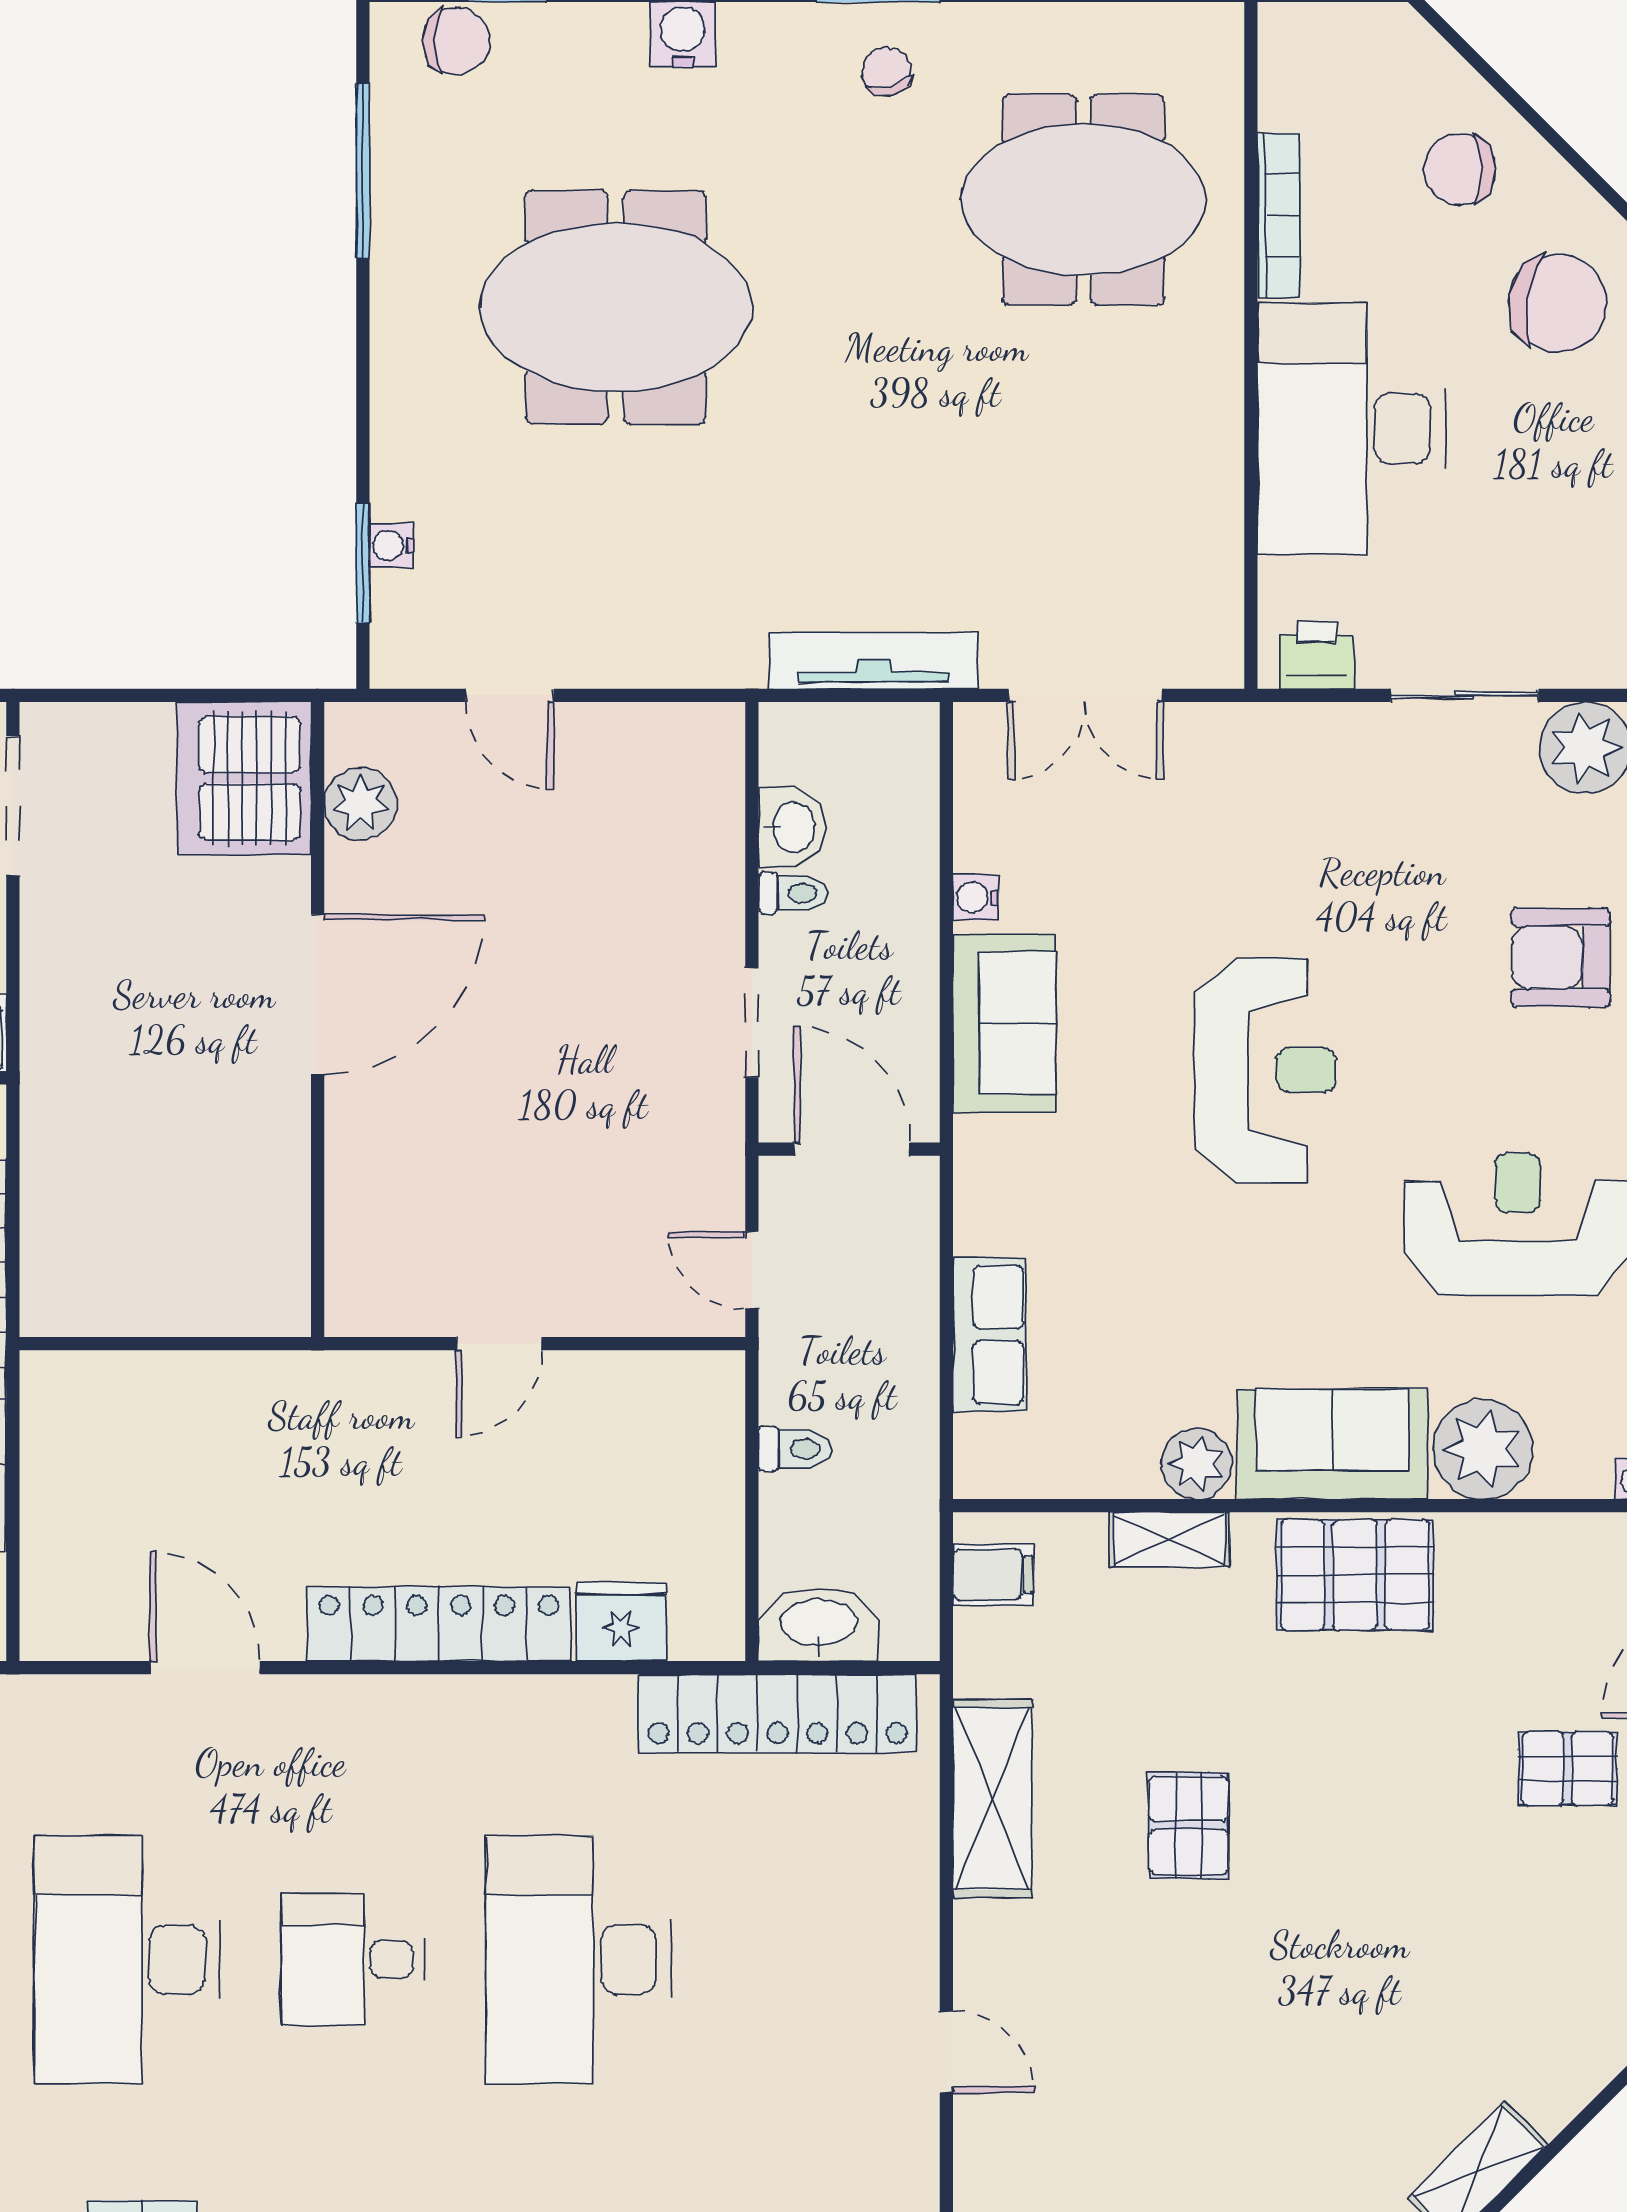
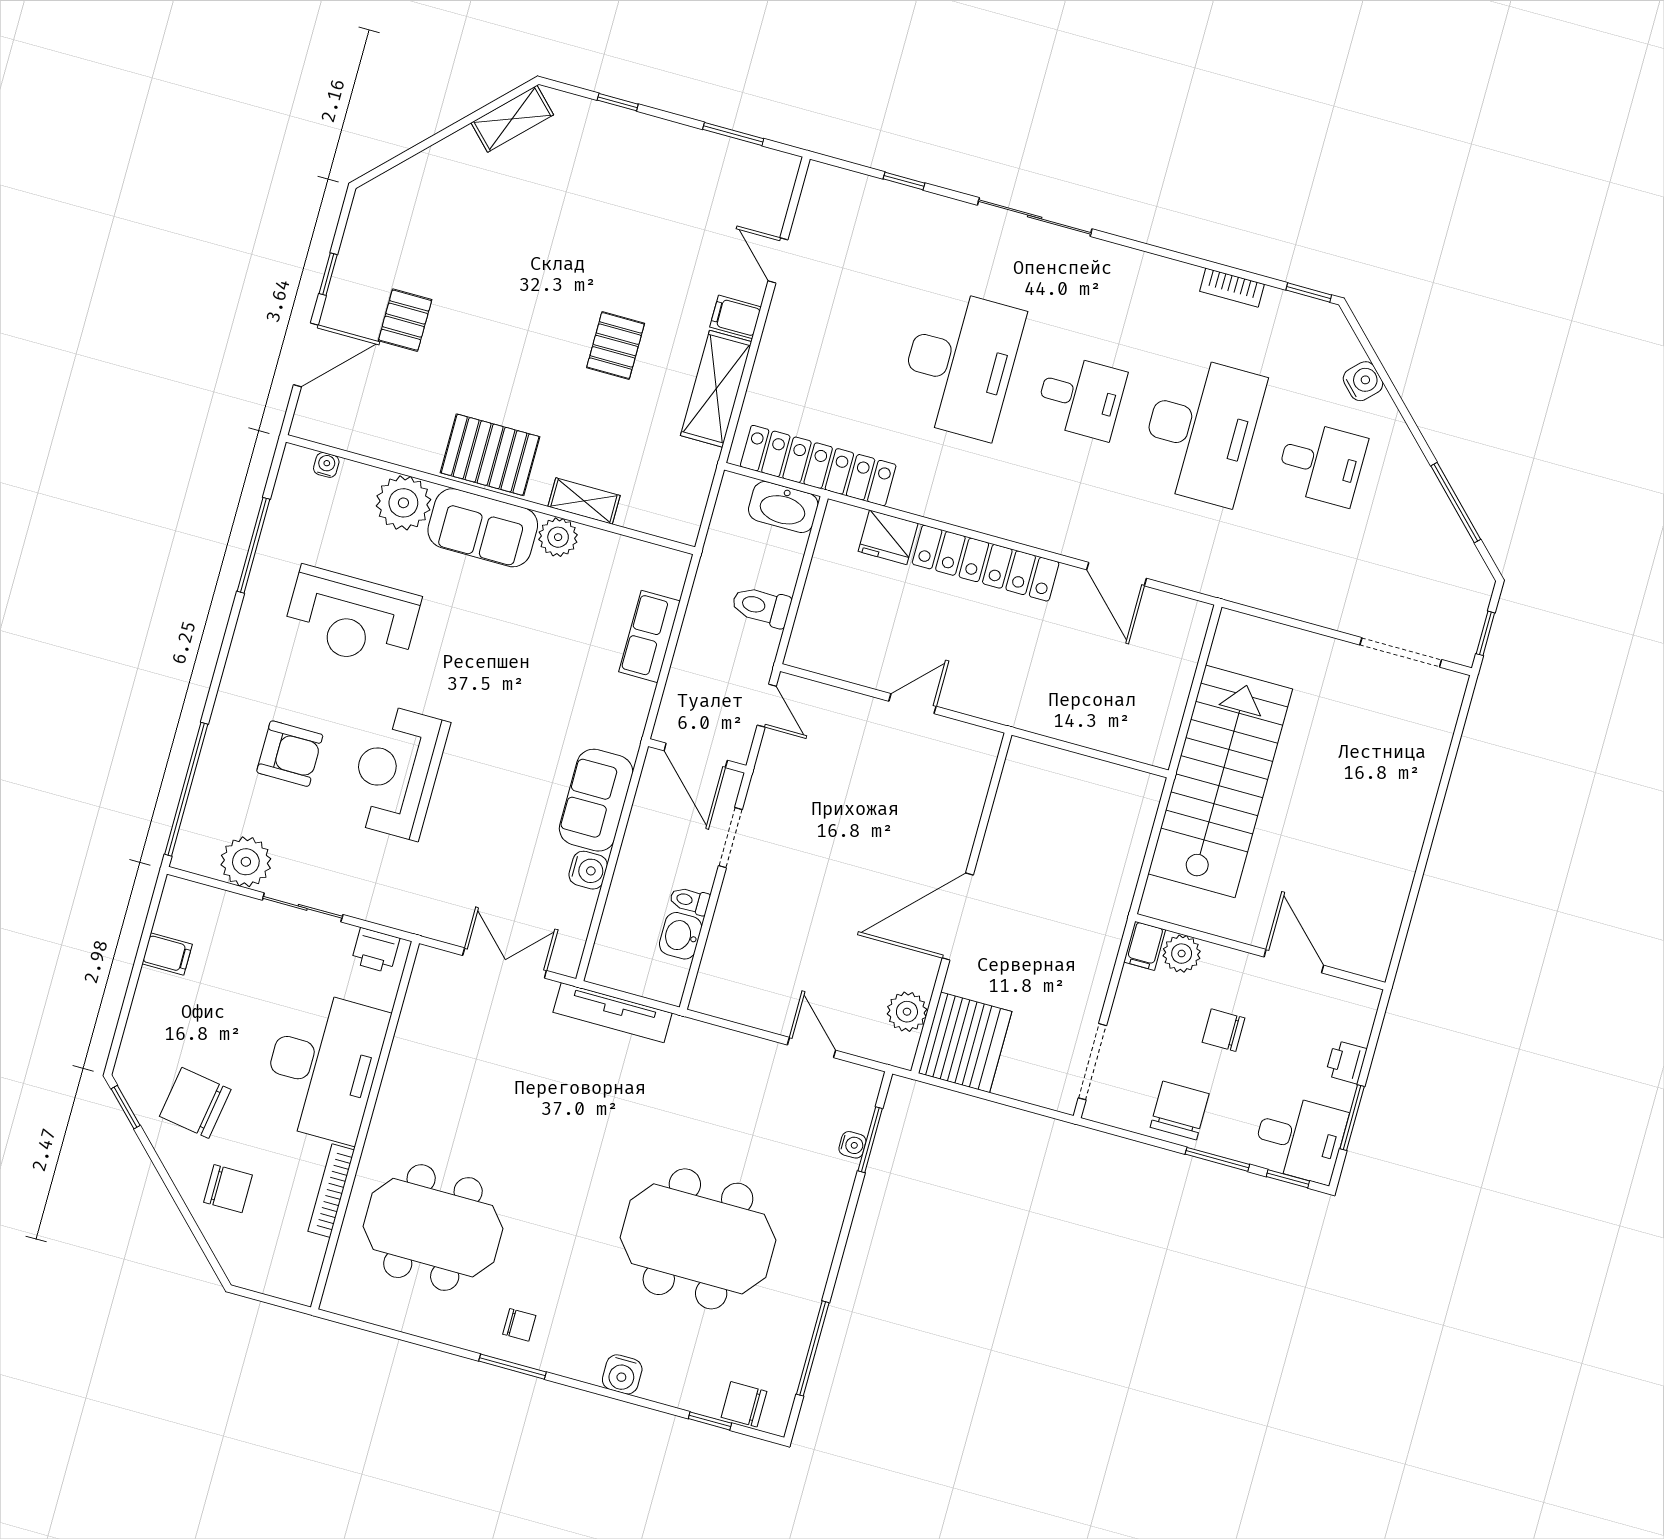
chair: (886, 71) -> (519, 1325), turned -74
water cooler: (976, 898) -> (588, 870), width x1.38, depth x1.38
reception desk: (1265, 1070) -> (397, 772), moved
toilet: (795, 1449) -> (761, 606), width x1.37, depth x1.39
filing cabinet: (993, 1575) -> (736, 317), moved
pallet: (1568, 1769) -> (405, 320), turned 90

